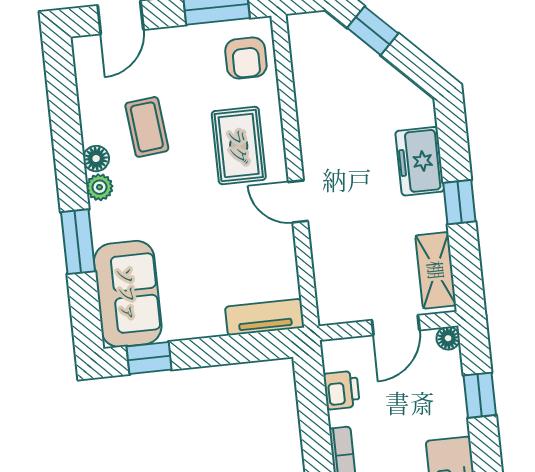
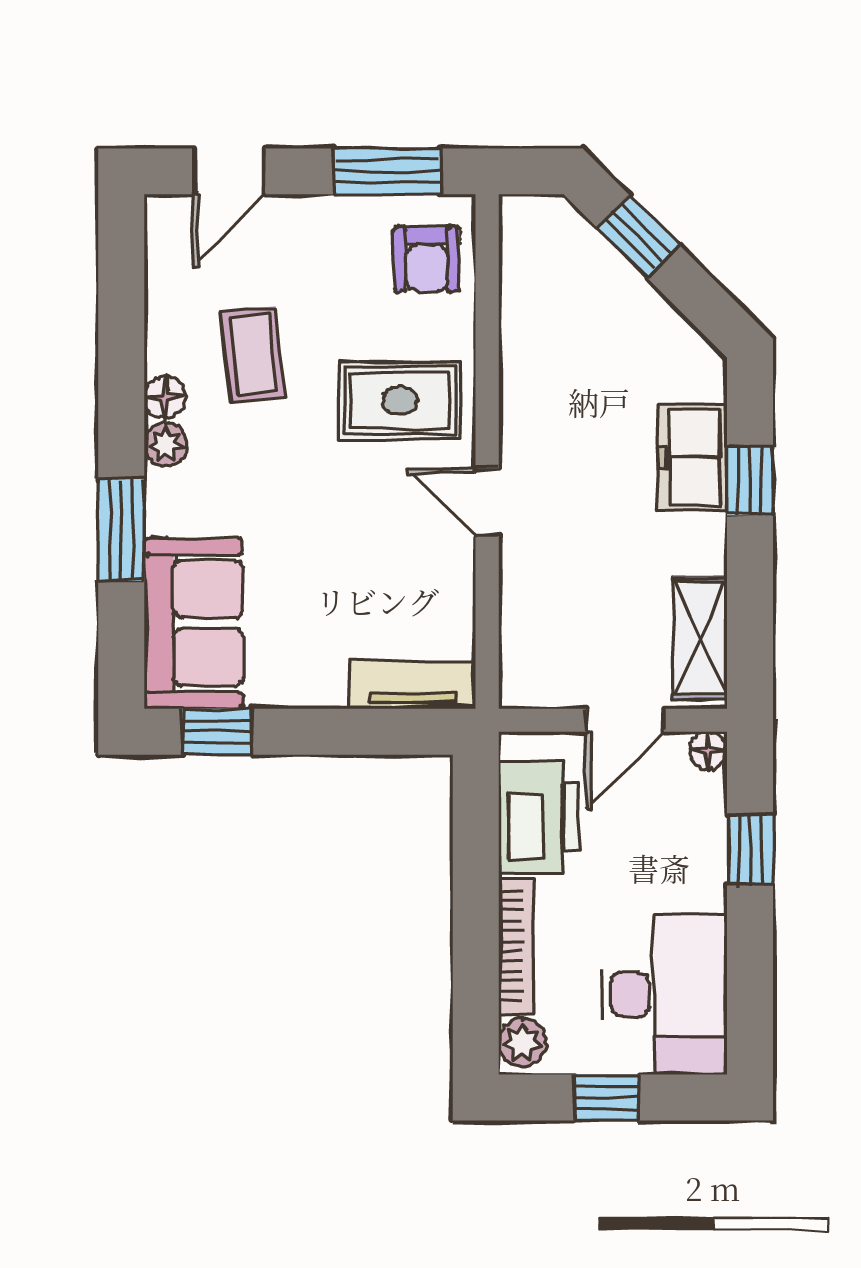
rug: (239, 146) -> (400, 400), turned 90
window: (459, 202) -> (750, 481), moved
printer: (342, 390) -> (539, 817), width x1.87, depth x1.48

